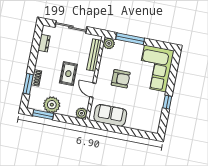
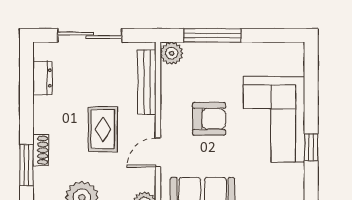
corner sofa: (155, 68) -> (274, 119), moved
door: (93, 90) -> (158, 152), hinge flipped

